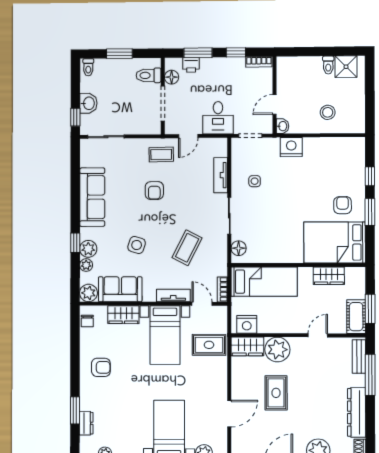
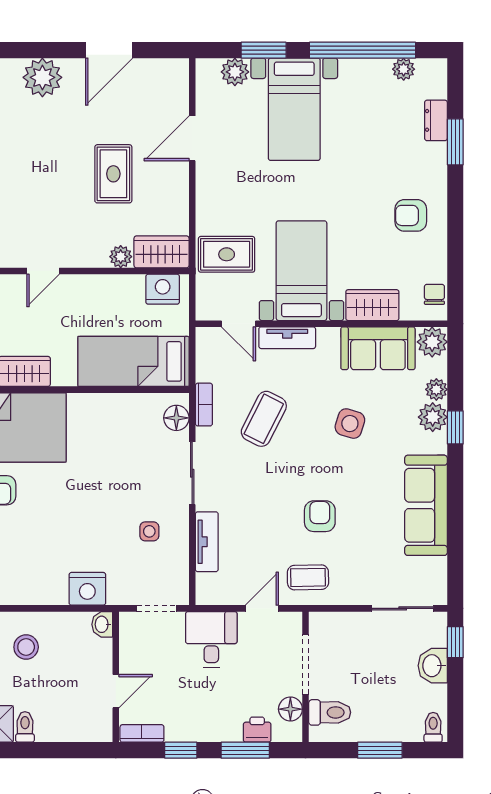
door: (274, 105) -> (116, 691), moved
bookcase: (222, 289) -> (204, 405), moved
plant: (277, 350) -> (121, 257), width x0.53, depth x0.53

